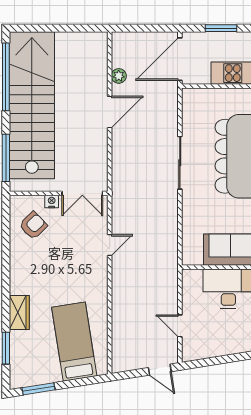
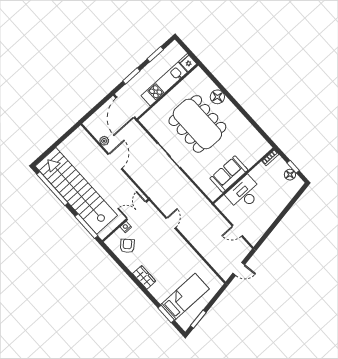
double door: (82, 193) -> (137, 210), swing flipped
wardrobe: (19, 312) -> (144, 277), moved
bed: (74, 342) -> (185, 297), moved, turned 99
door: (160, 370) -> (239, 269), moved

